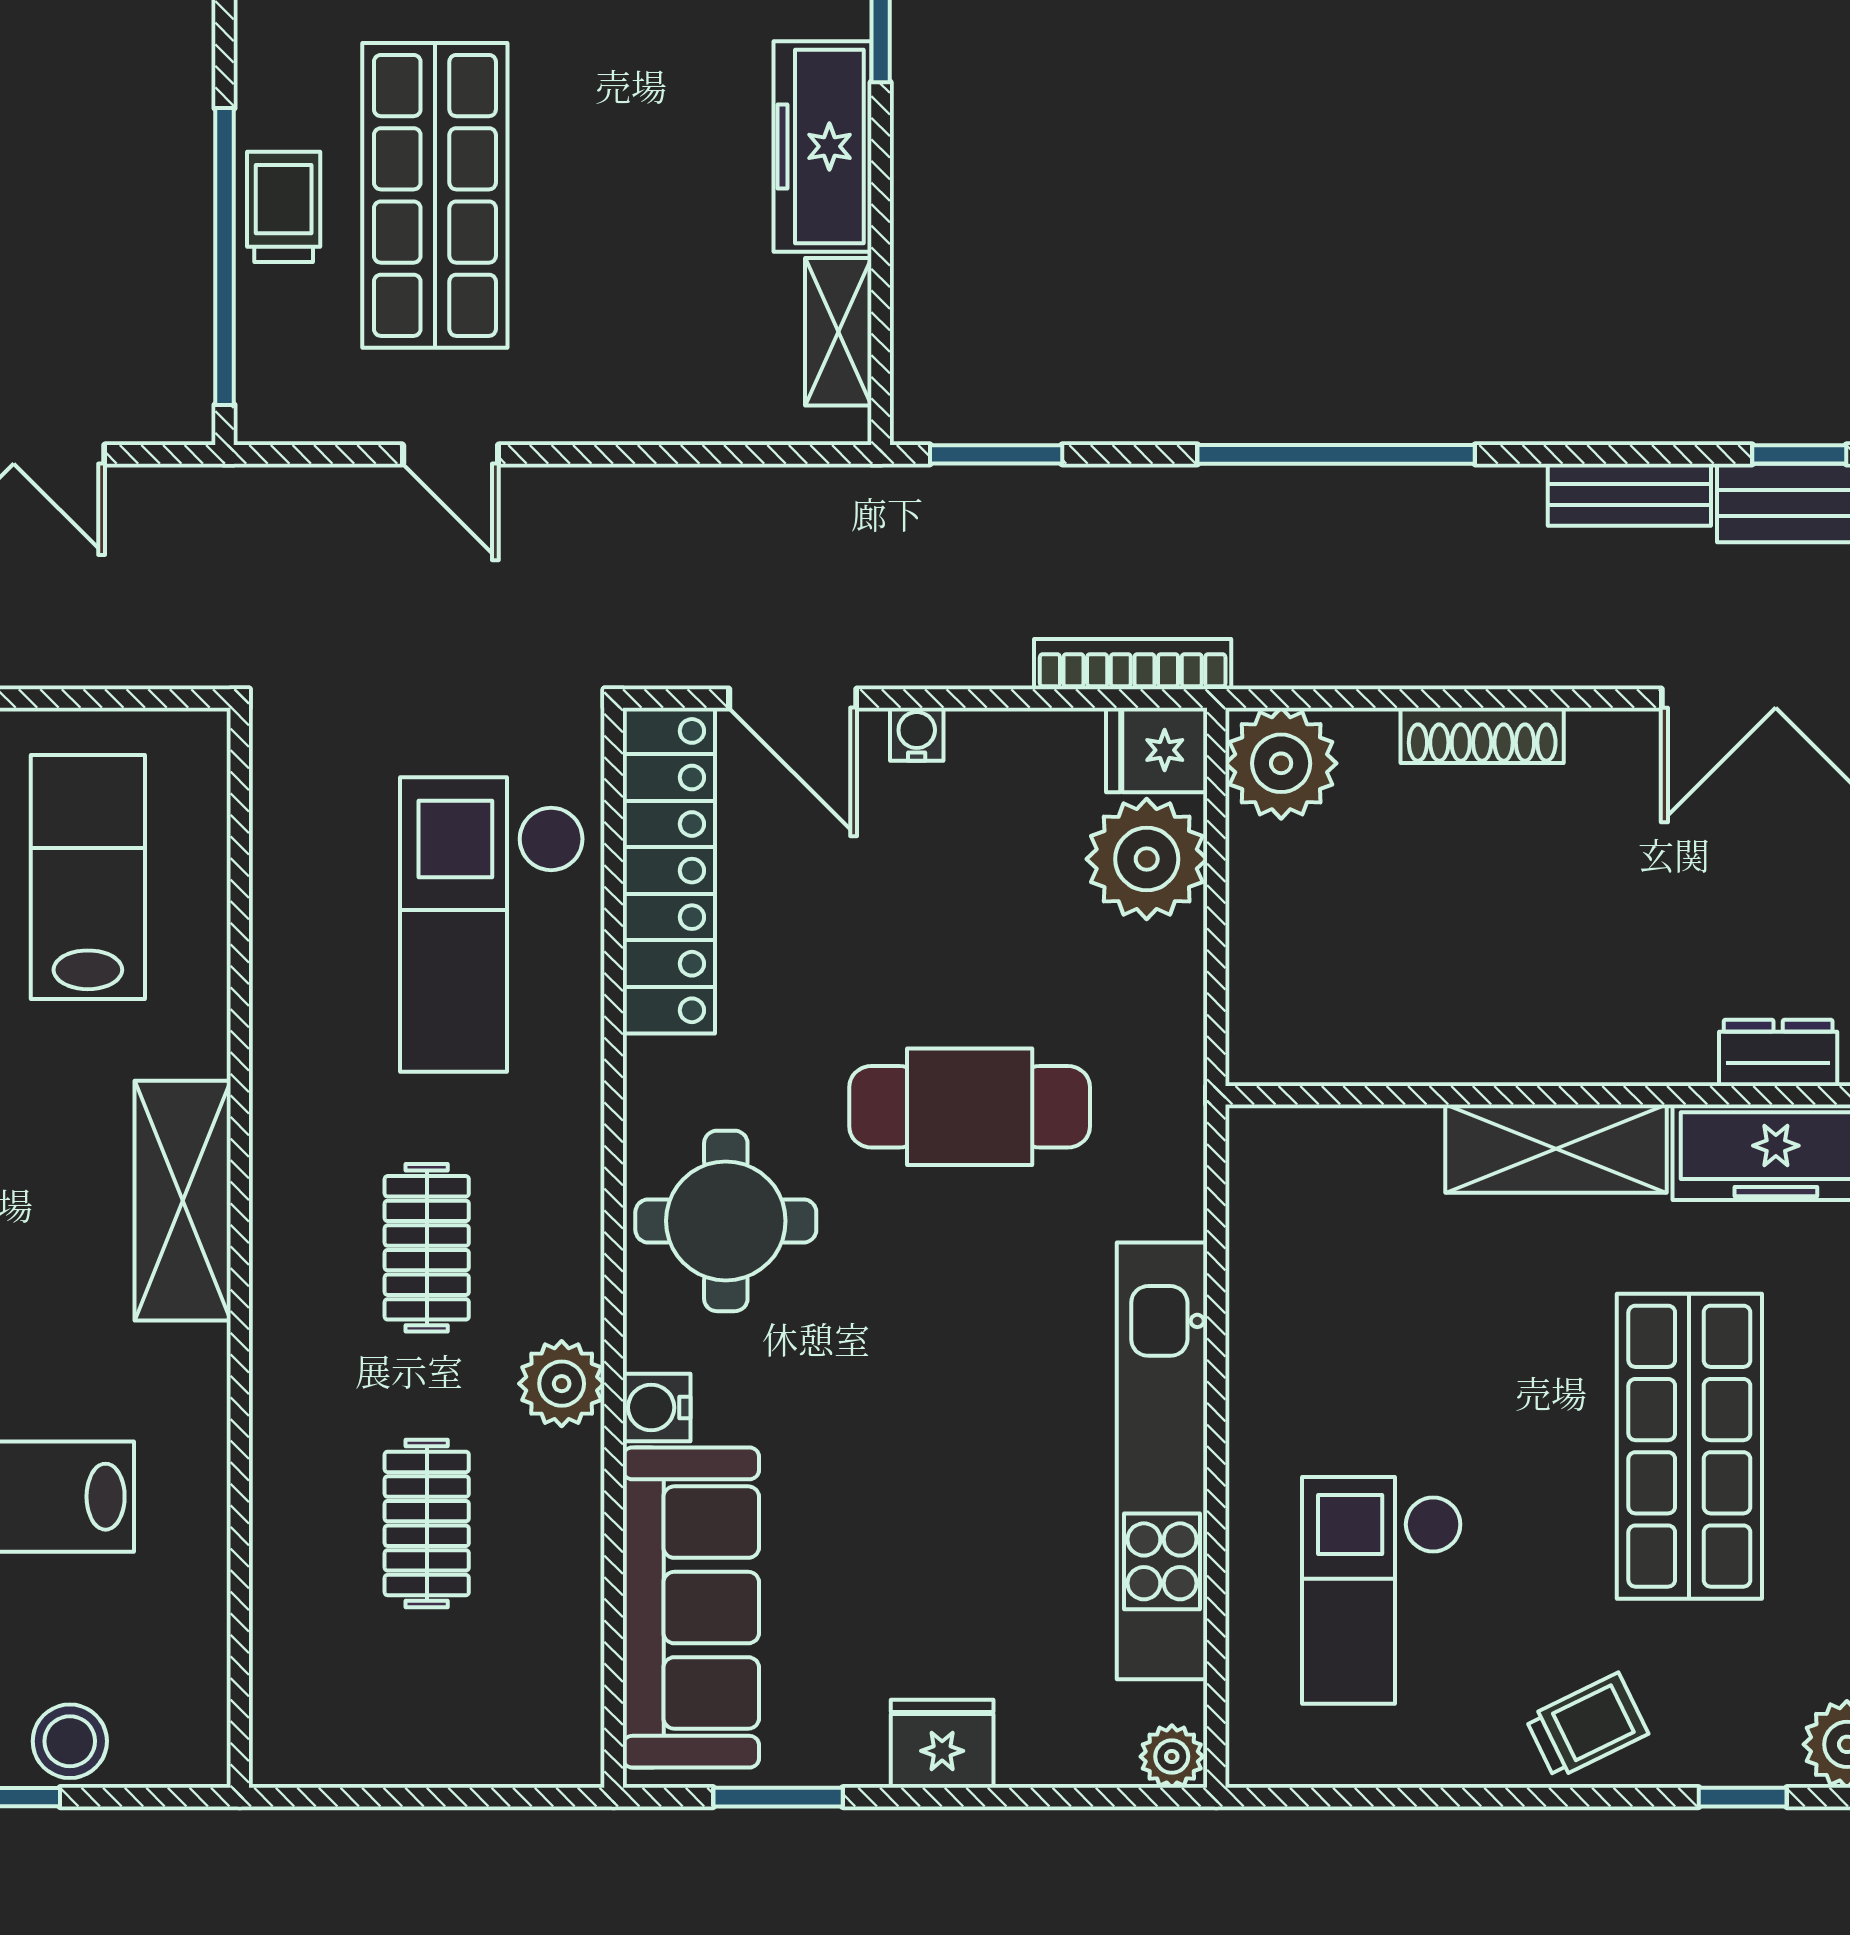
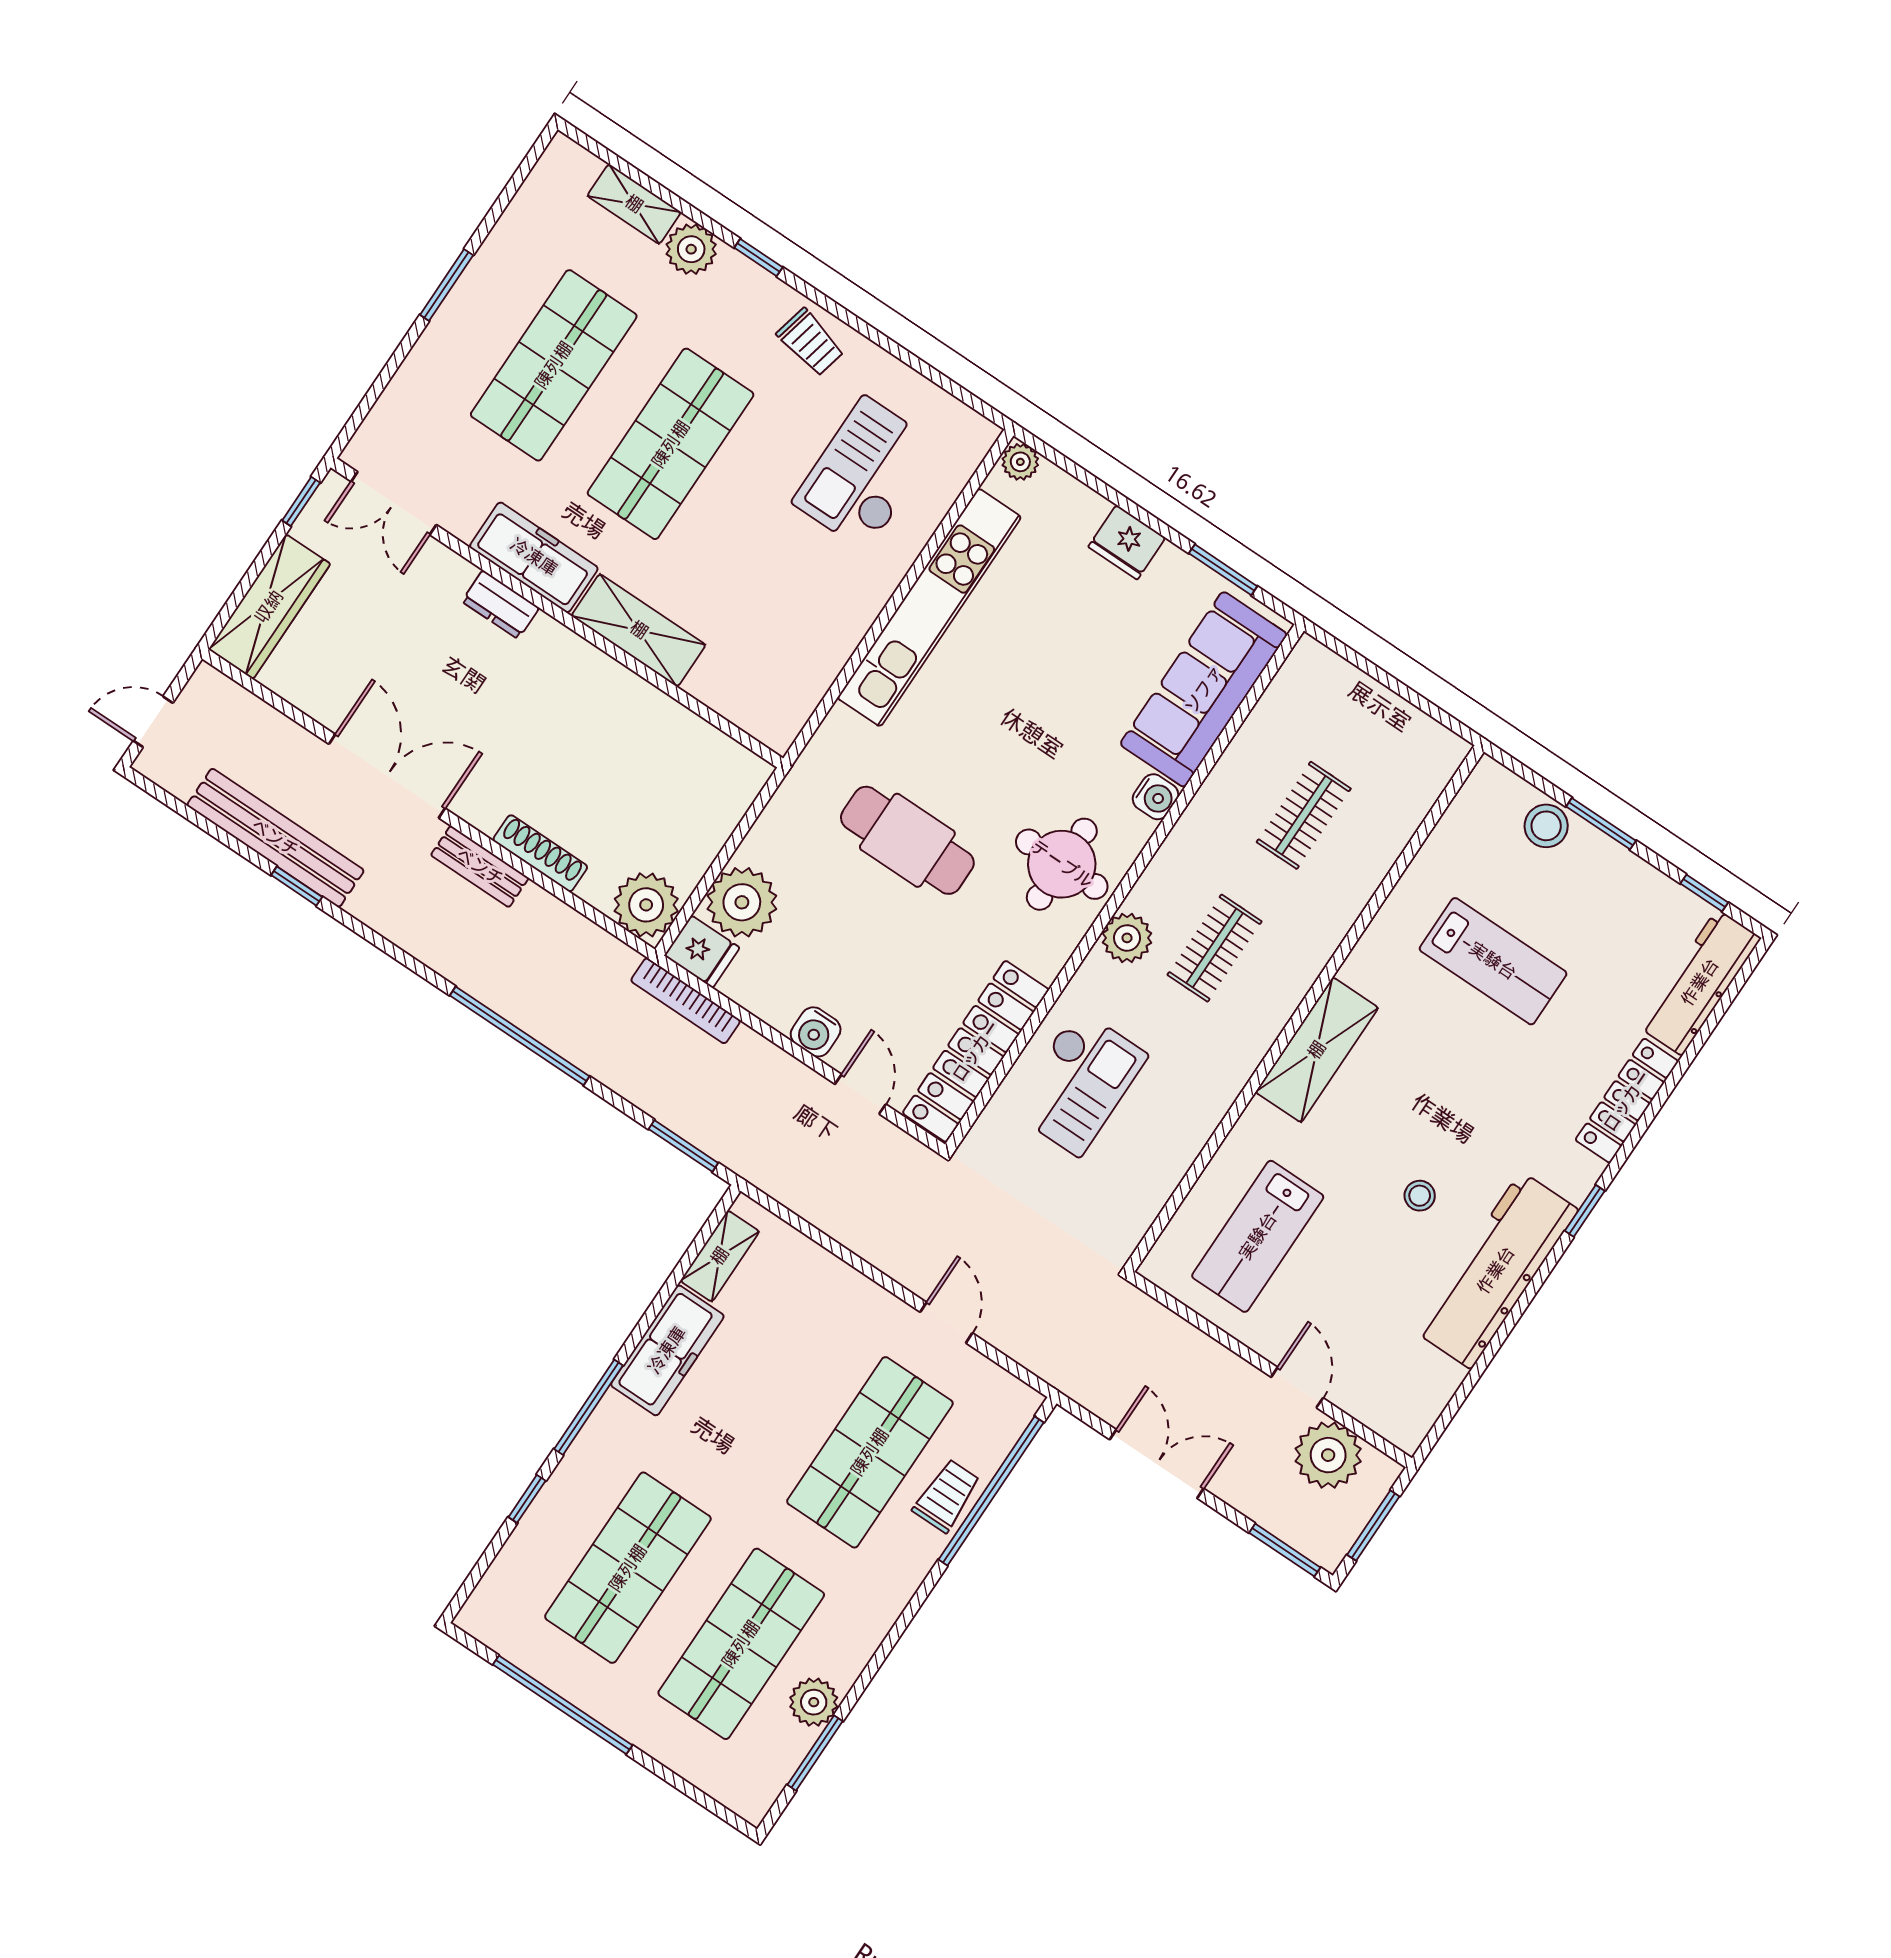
trolley: (284, 207) -> (947, 1496), turned 180
bench: (1629, 495) -> (480, 867), moved
door: (793, 699) -> (860, 1094), width x0.73
water cooler: (917, 734) -> (816, 1032), width x1.38, depth x1.38
checkout: (492, 925) -> (1078, 1083), width x0.73, depth x0.83
plant: (562, 1384) -> (1127, 938), moved
checkout: (1382, 1590) -> (865, 474), turned 180
trolley: (1587, 1726) -> (810, 342), turned -141

